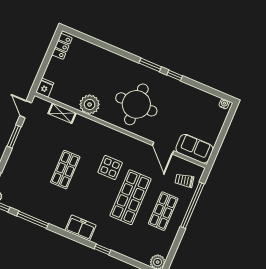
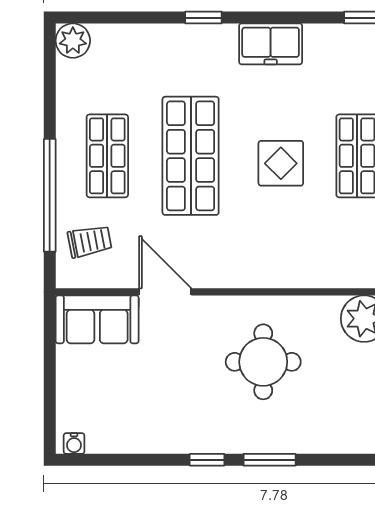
round table: (136, 104) -> (263, 362), width x0.73, depth x0.73
display table: (110, 168) -> (281, 163), moved

